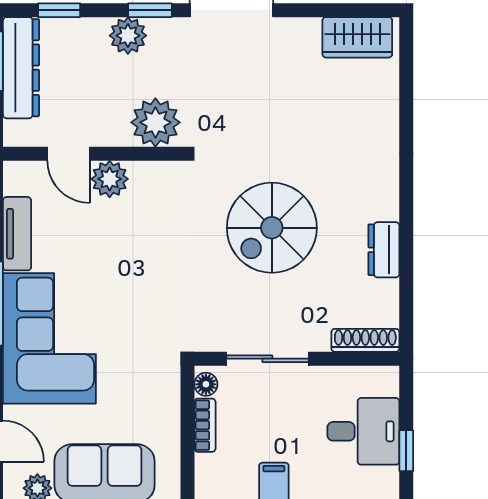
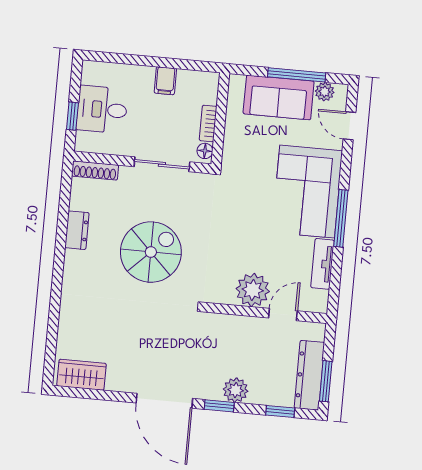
plant: (155, 122) -> (222, 330), removed
door: (68, 154) -> (283, 314), hinge flipped
plant: (110, 179) -> (253, 290), width x1.36, depth x1.36
window: (406, 451) -> (72, 116), moved

